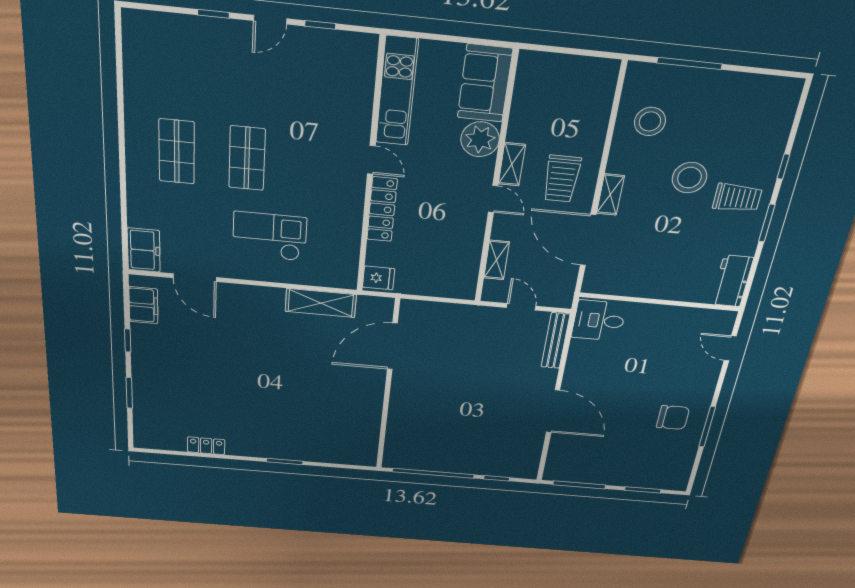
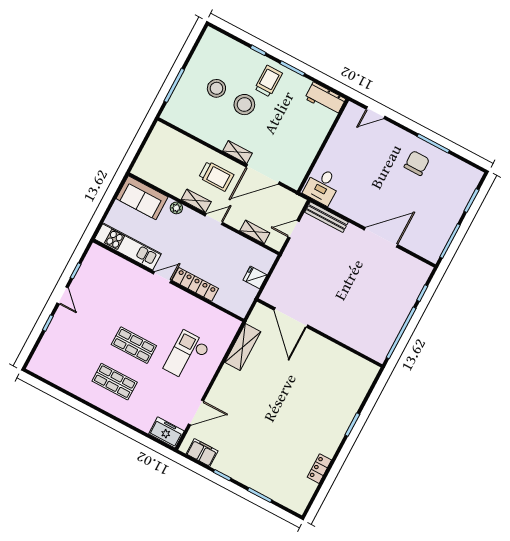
stool: (650, 121) -> (216, 88), moved
plant: (480, 139) -> (176, 208), width x0.53, depth x0.53
fridge: (379, 278) -> (255, 277), moved, turned -90

